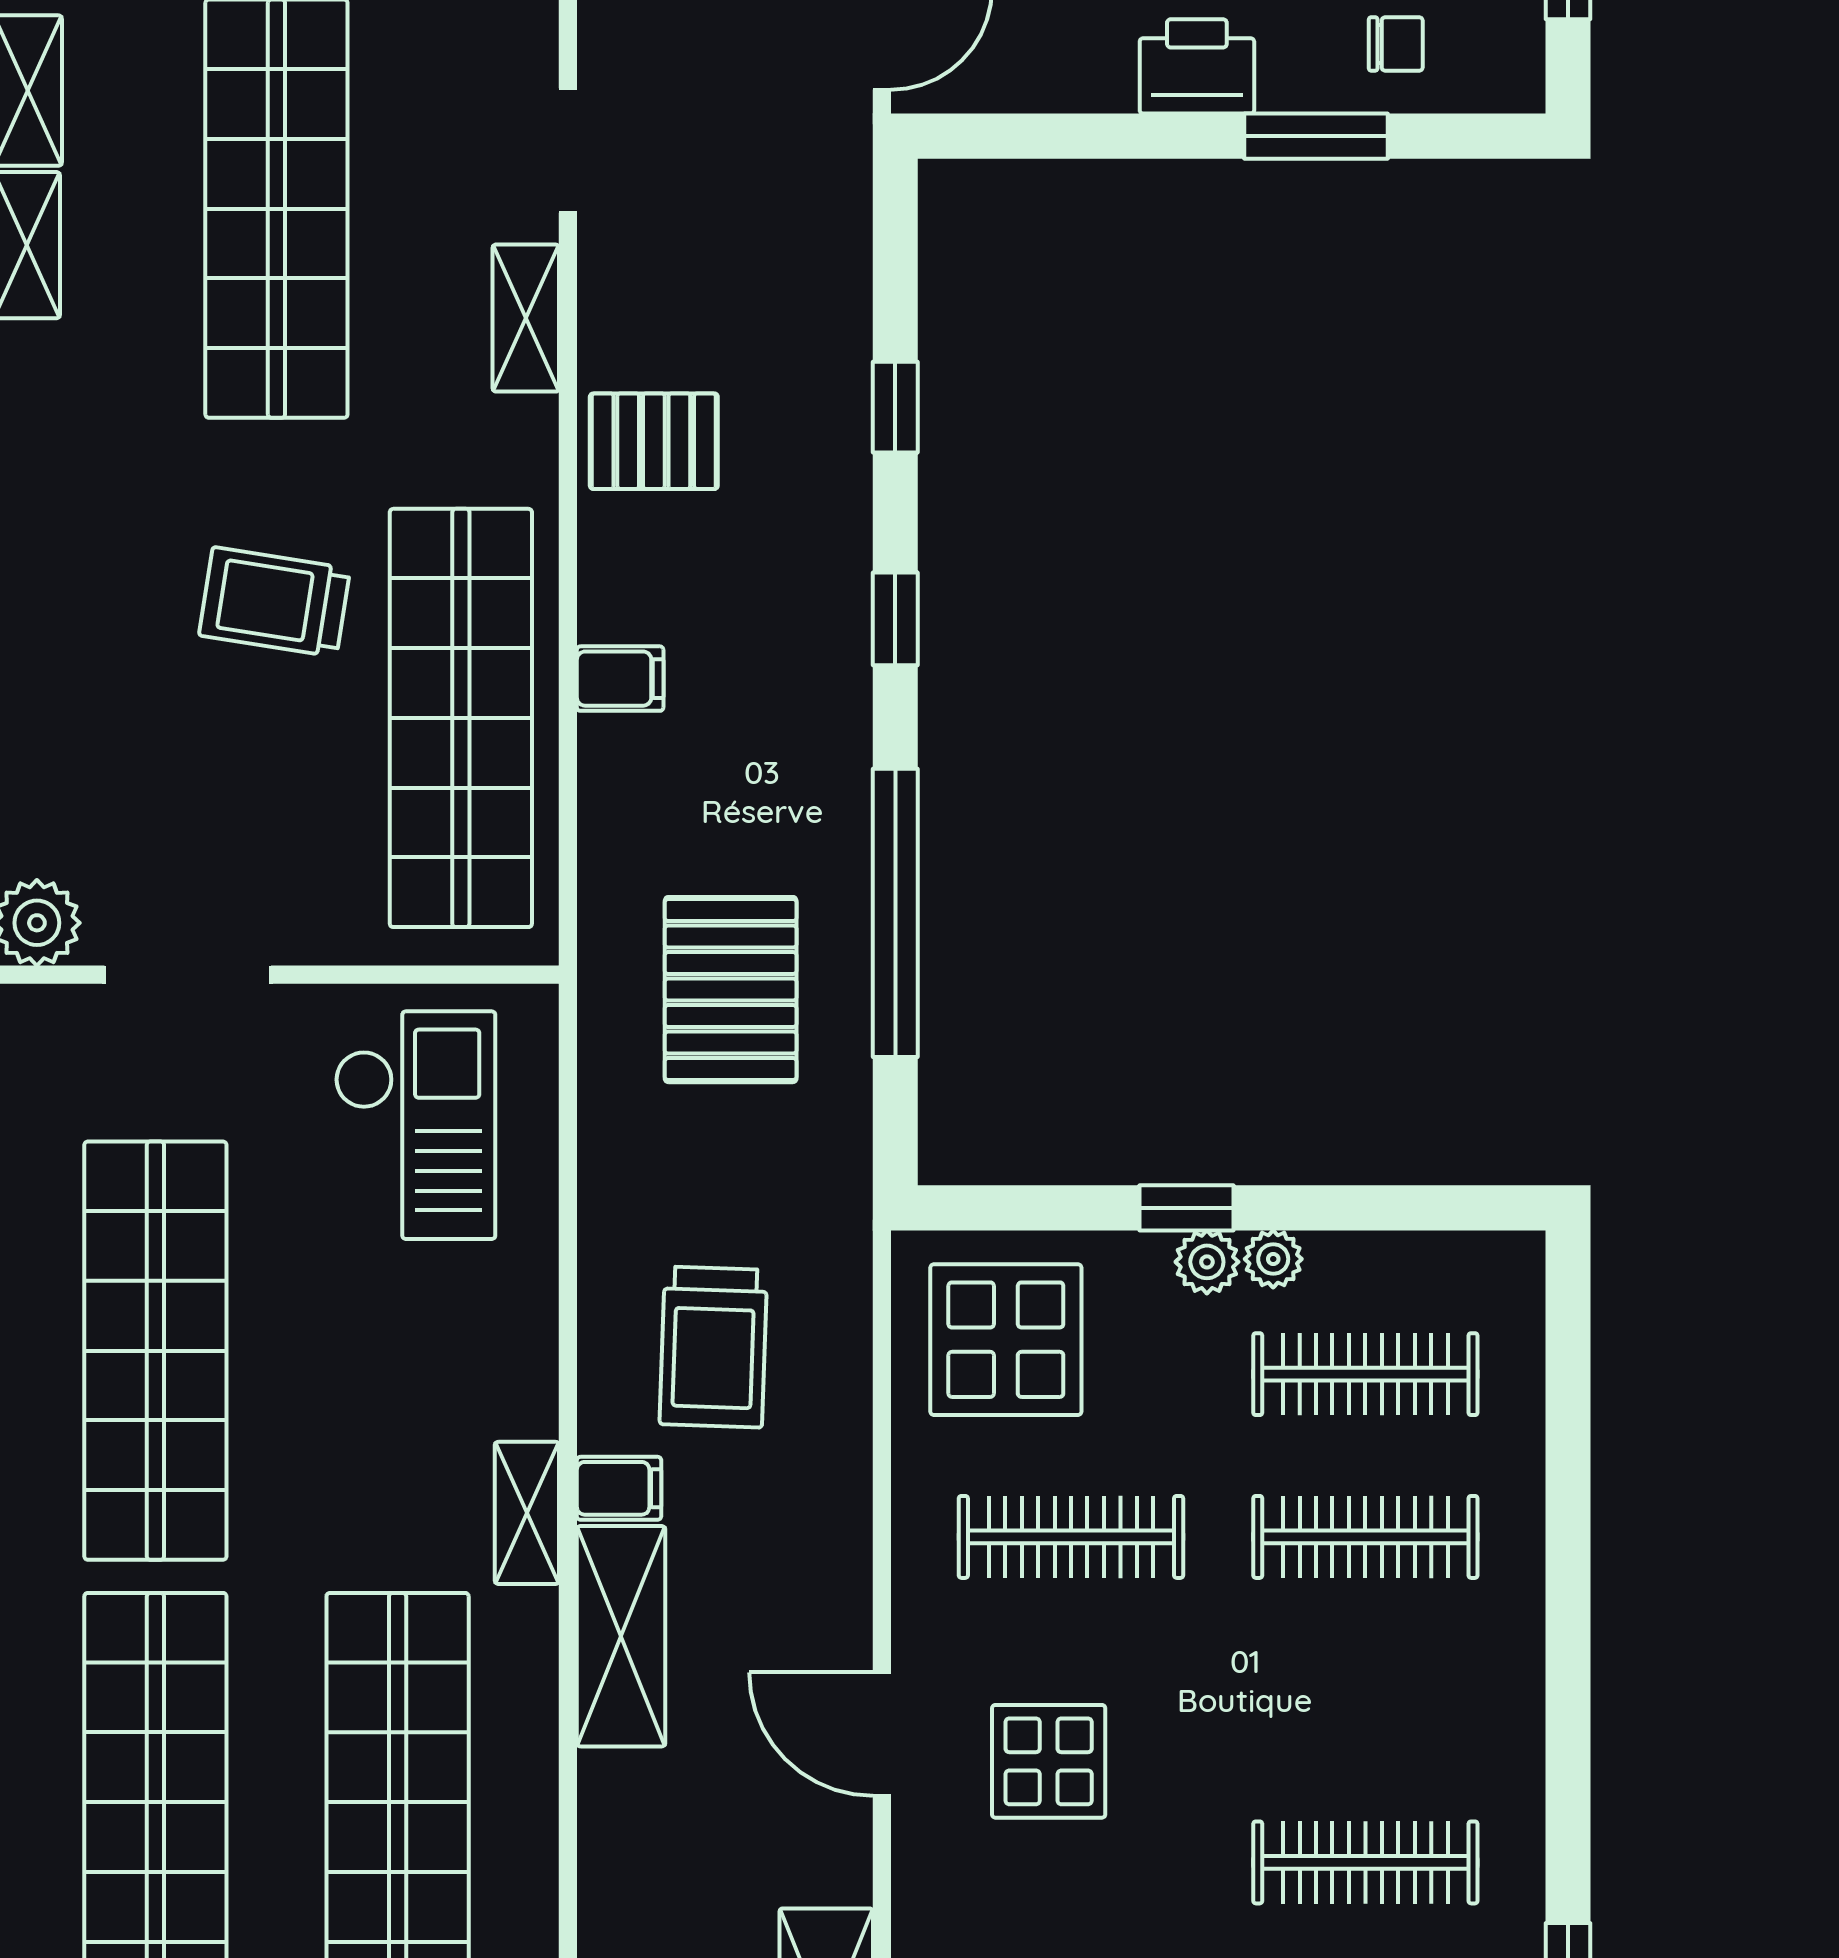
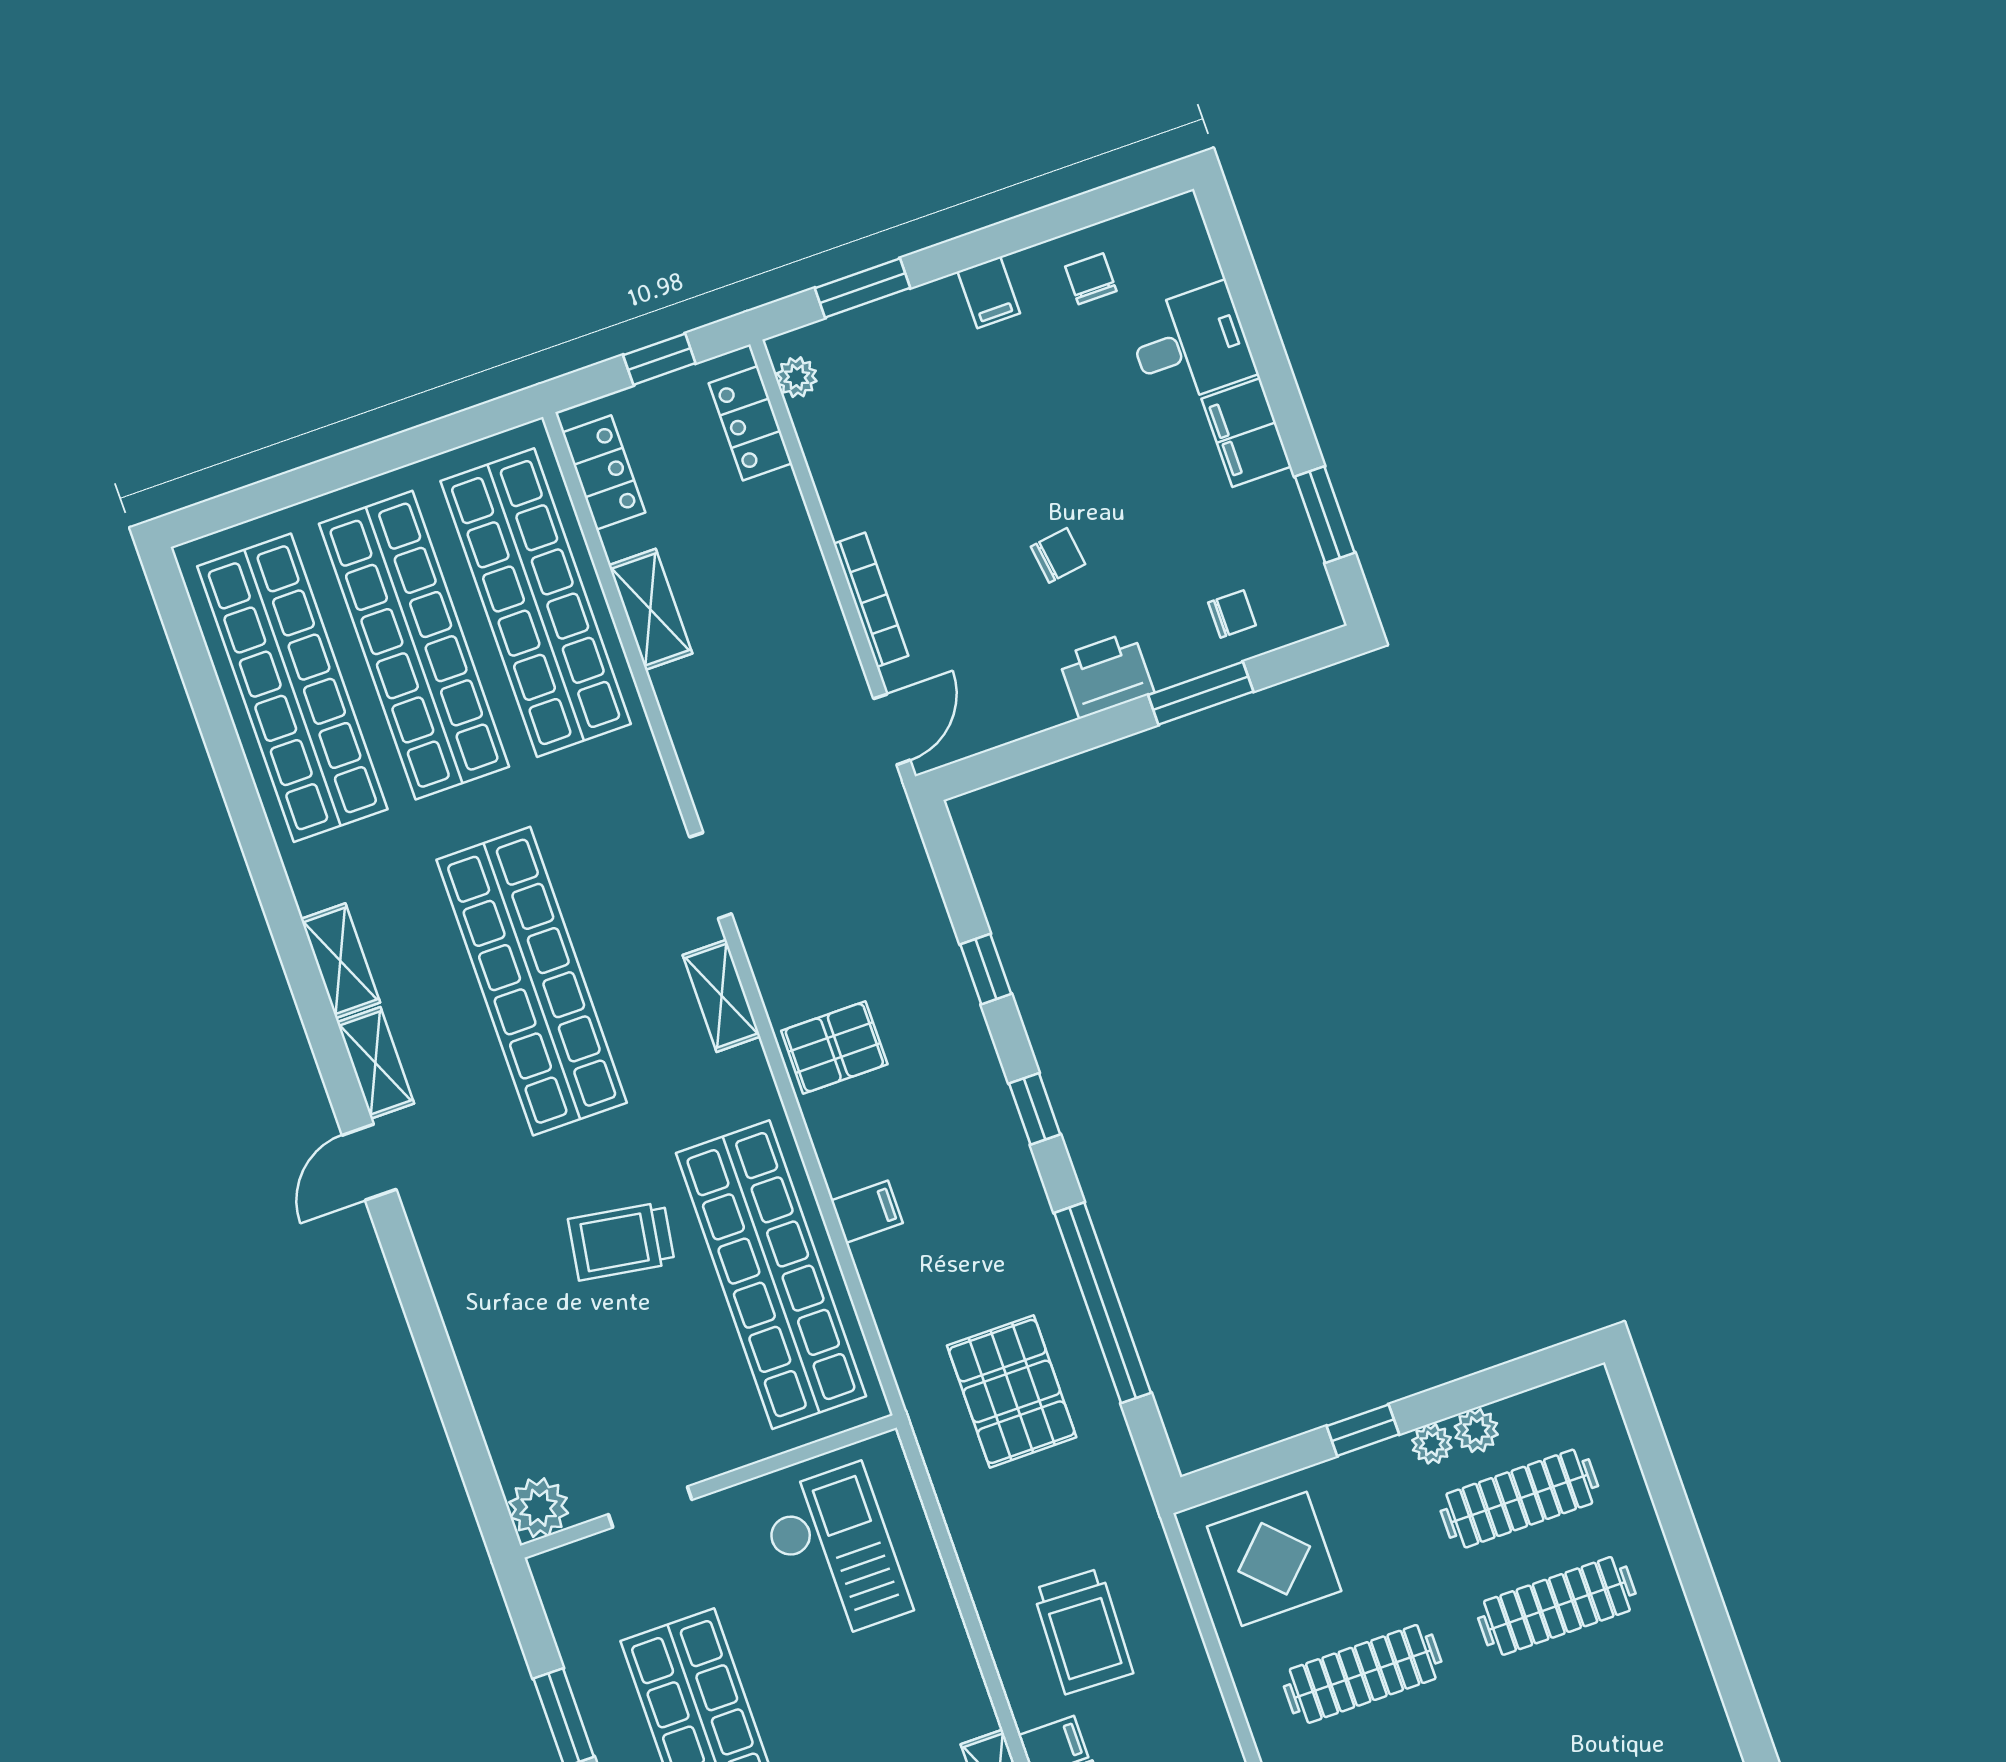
doorway: (188, 975) -> (650, 1507), width x0.73
plant: (1207, 1262) -> (1476, 1430), moved

